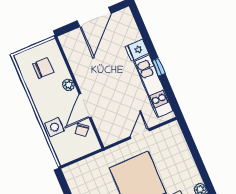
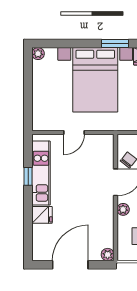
plant: (65, 40) -> (108, 255), added
window: (159, 67) -> (28, 176), moved

